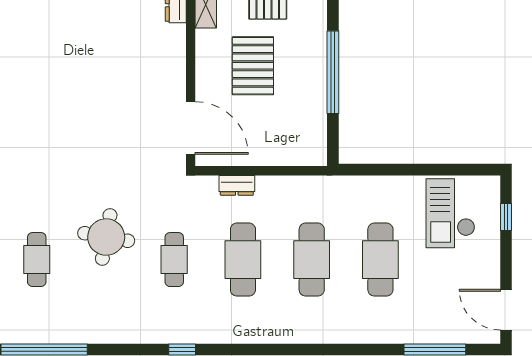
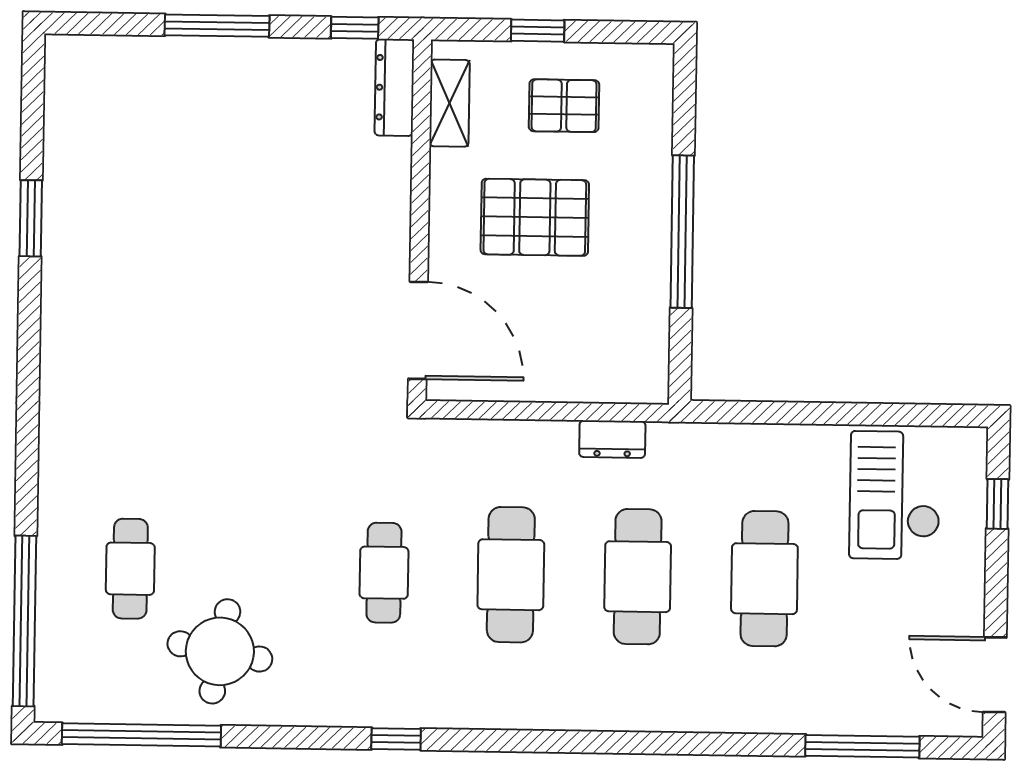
pallet: (253, 66) -> (535, 217), turned 90
dresser: (237, 185) -> (612, 439), moved
round table: (106, 237) -> (220, 651), moved

